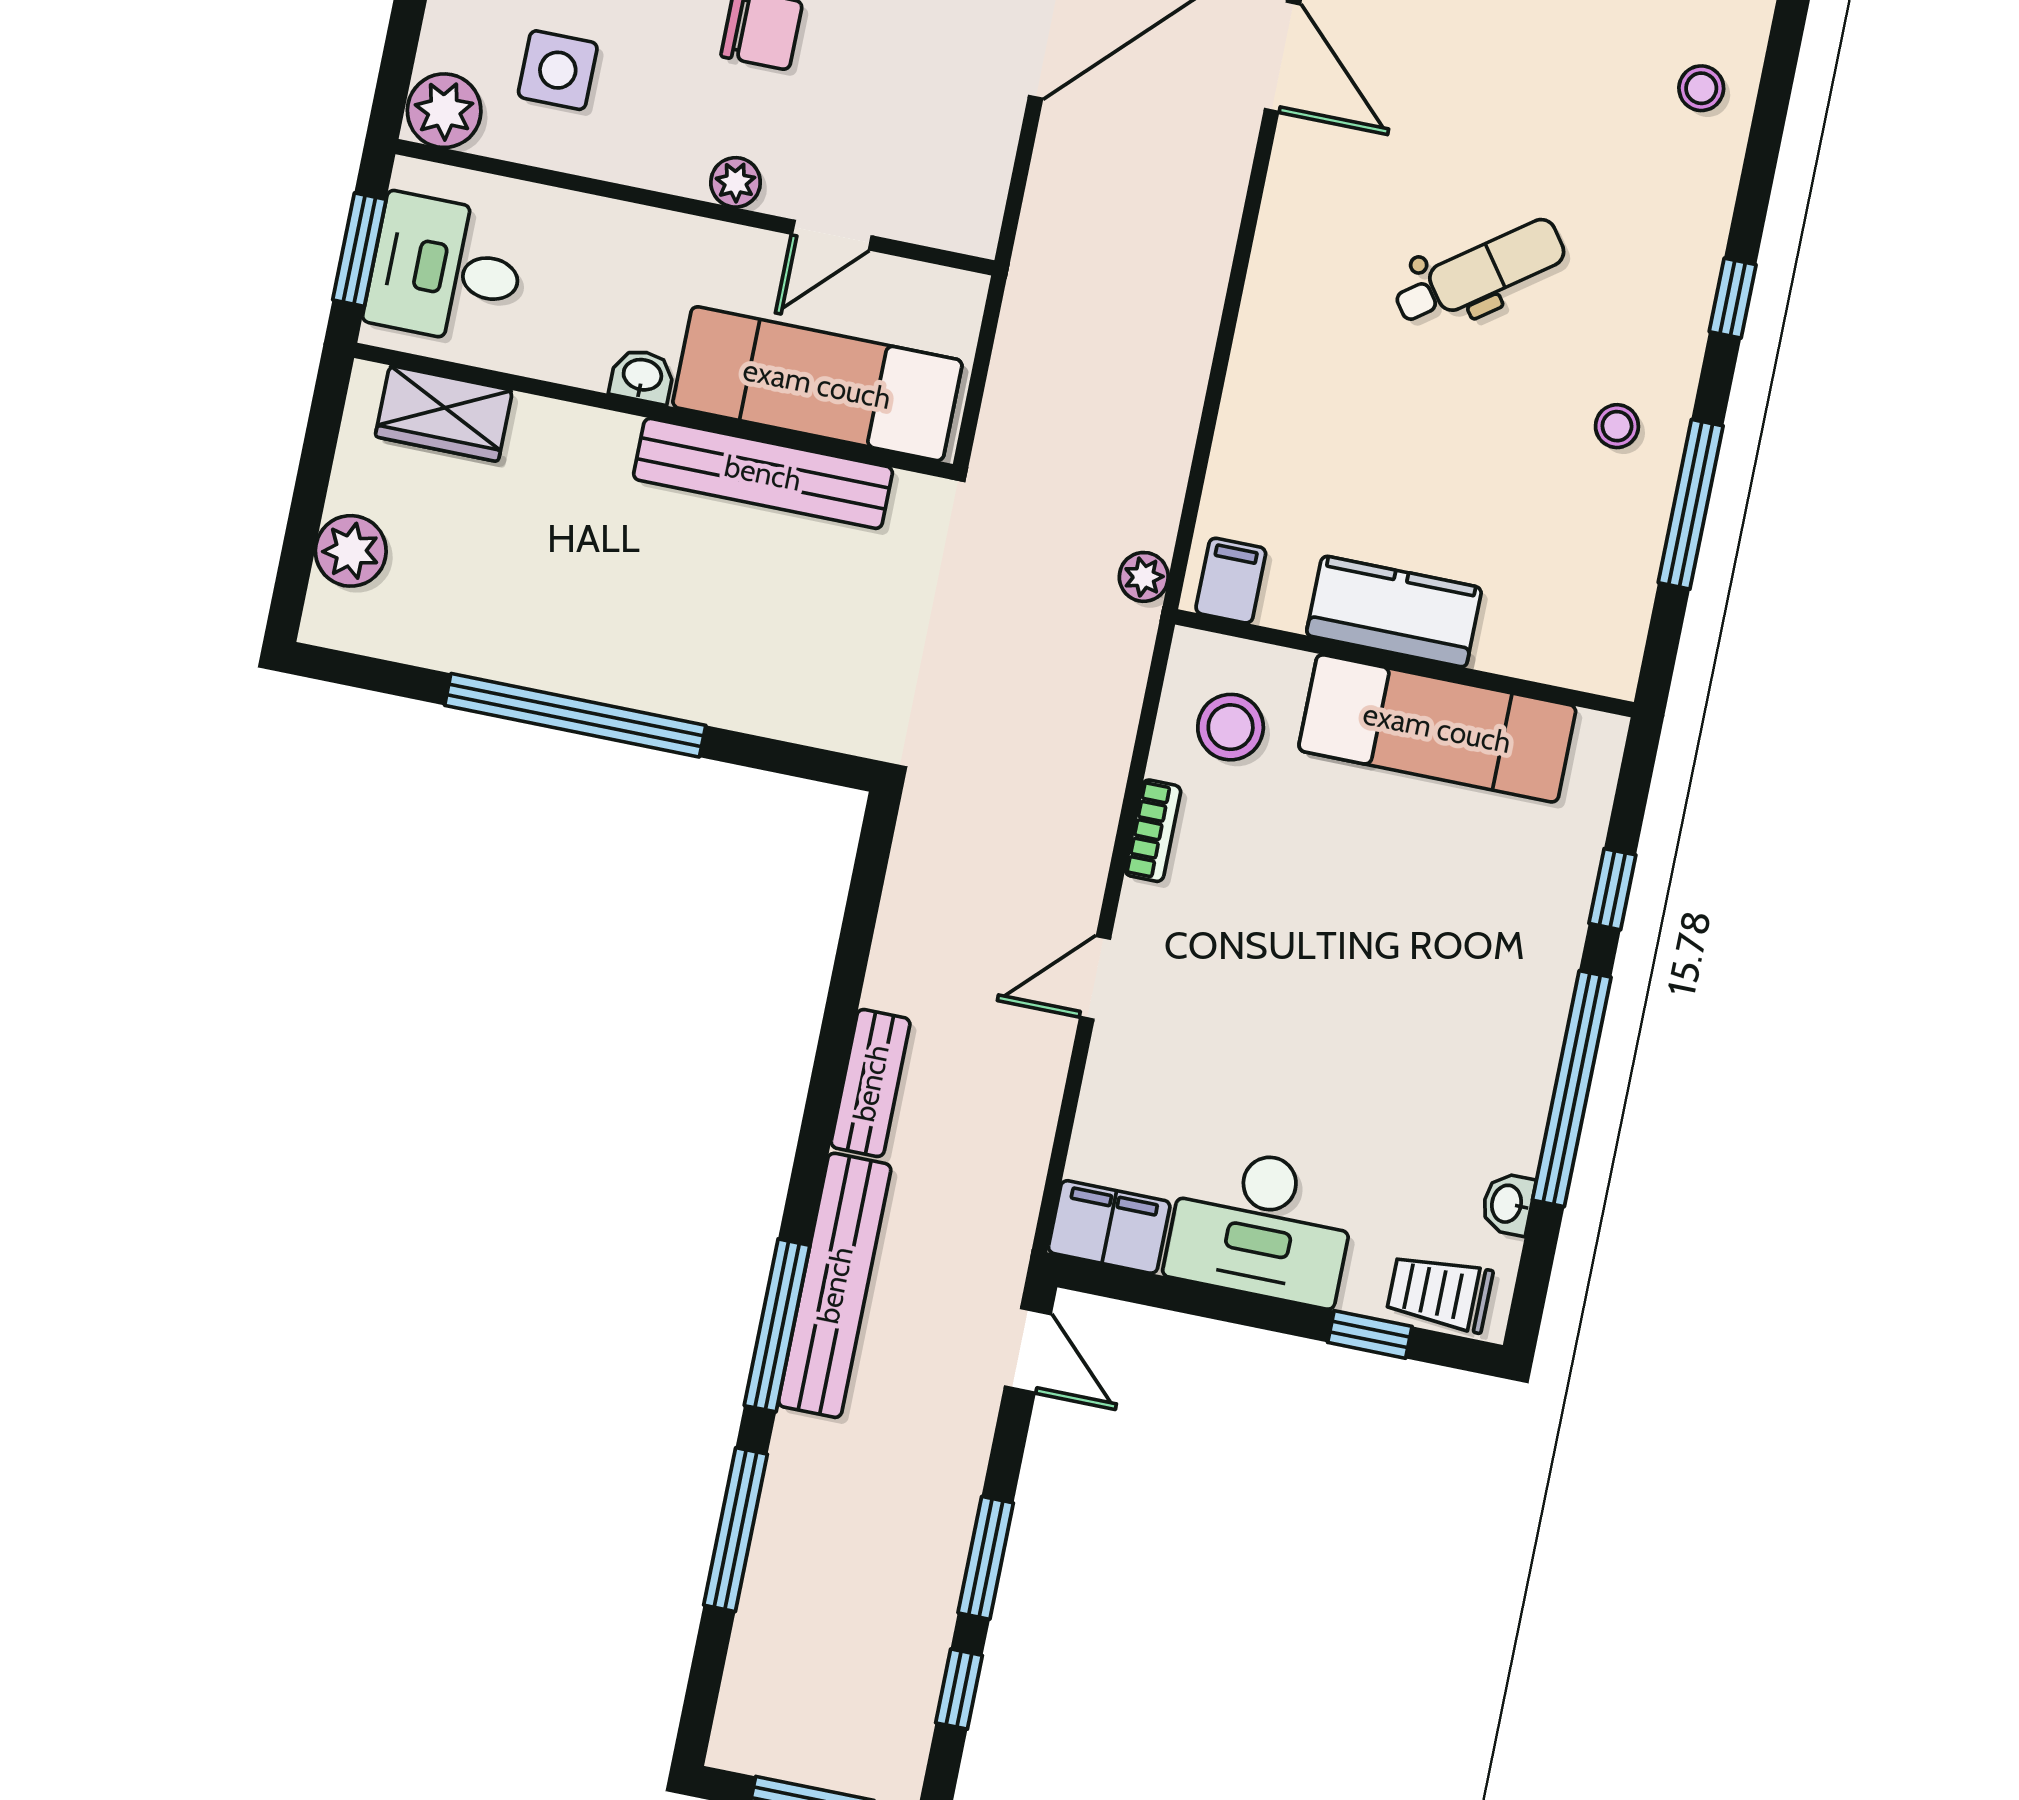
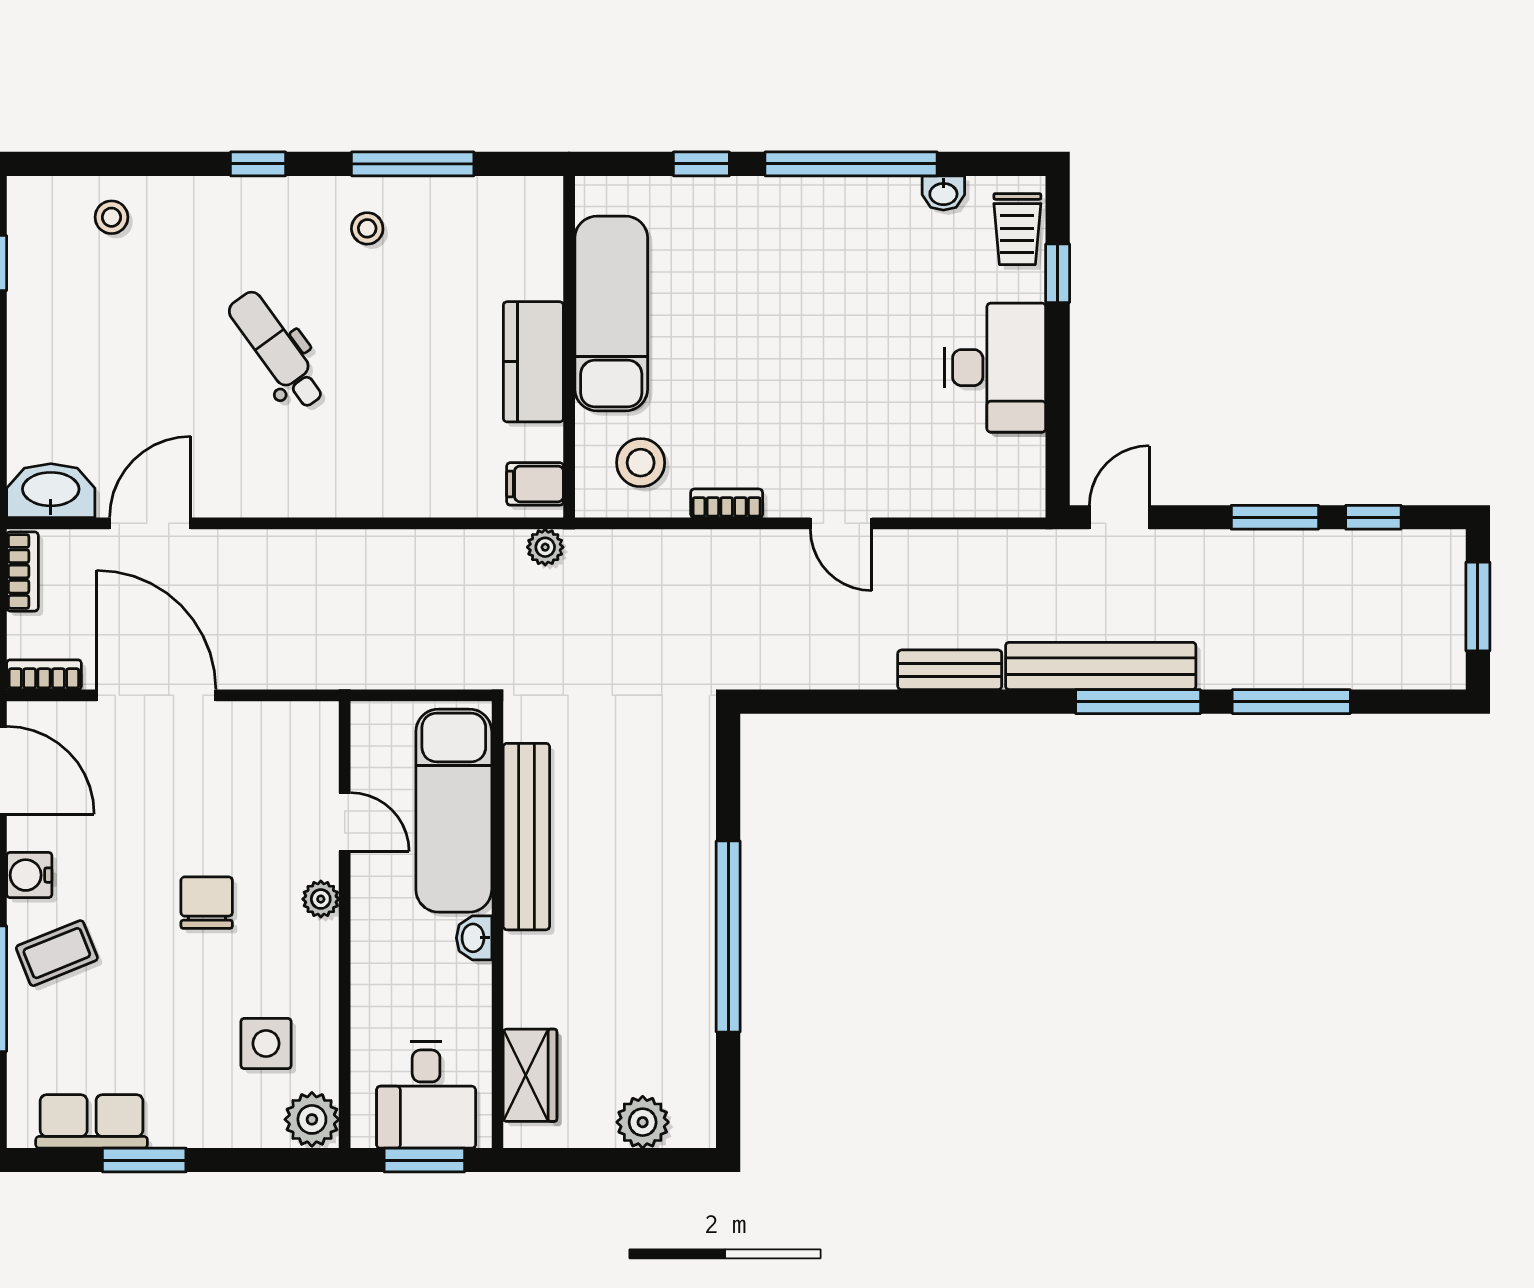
filing cabinet: (1109, 1227) -> (1018, 477), removed

